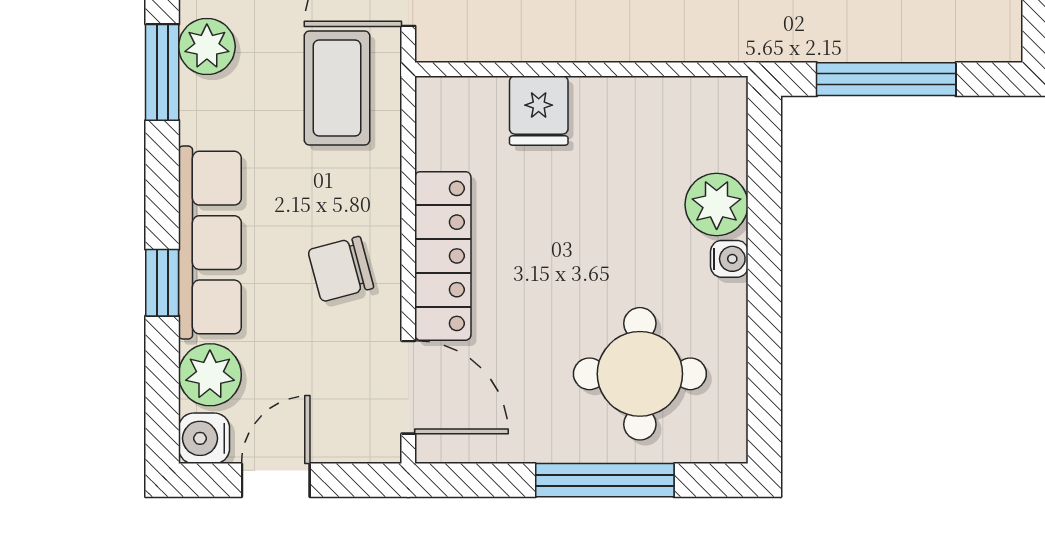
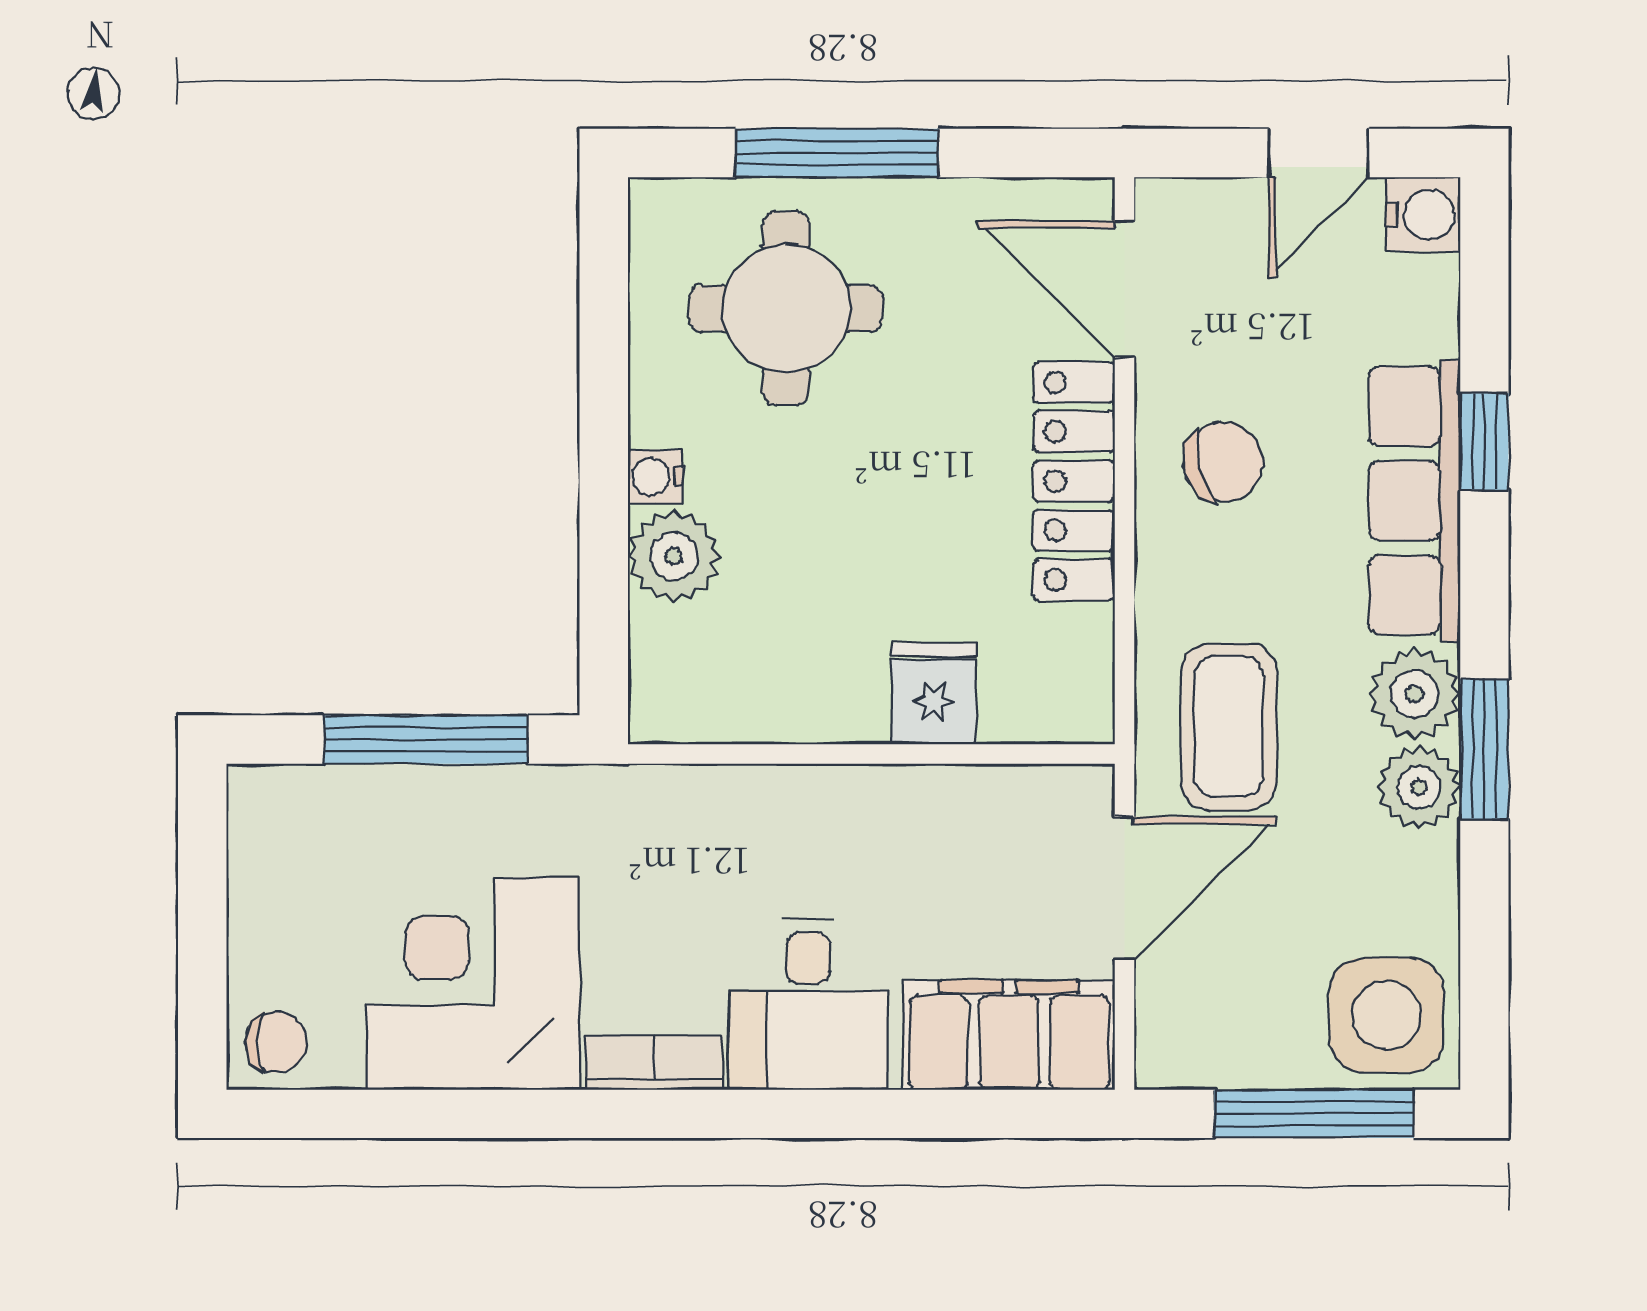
plant: (210, 375) -> (1415, 694), moved

